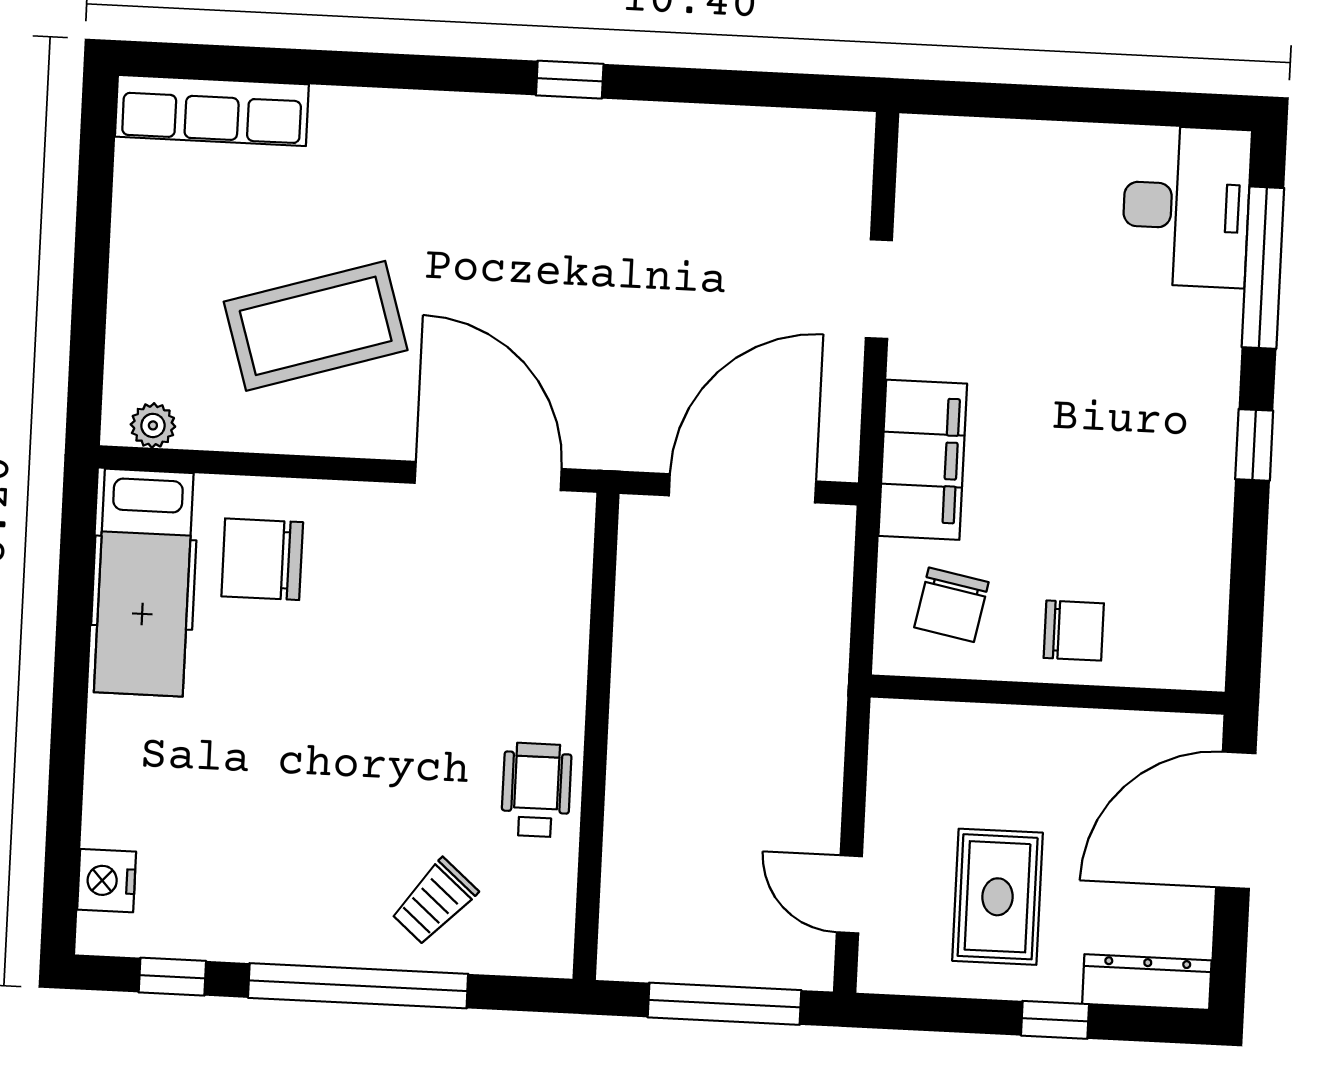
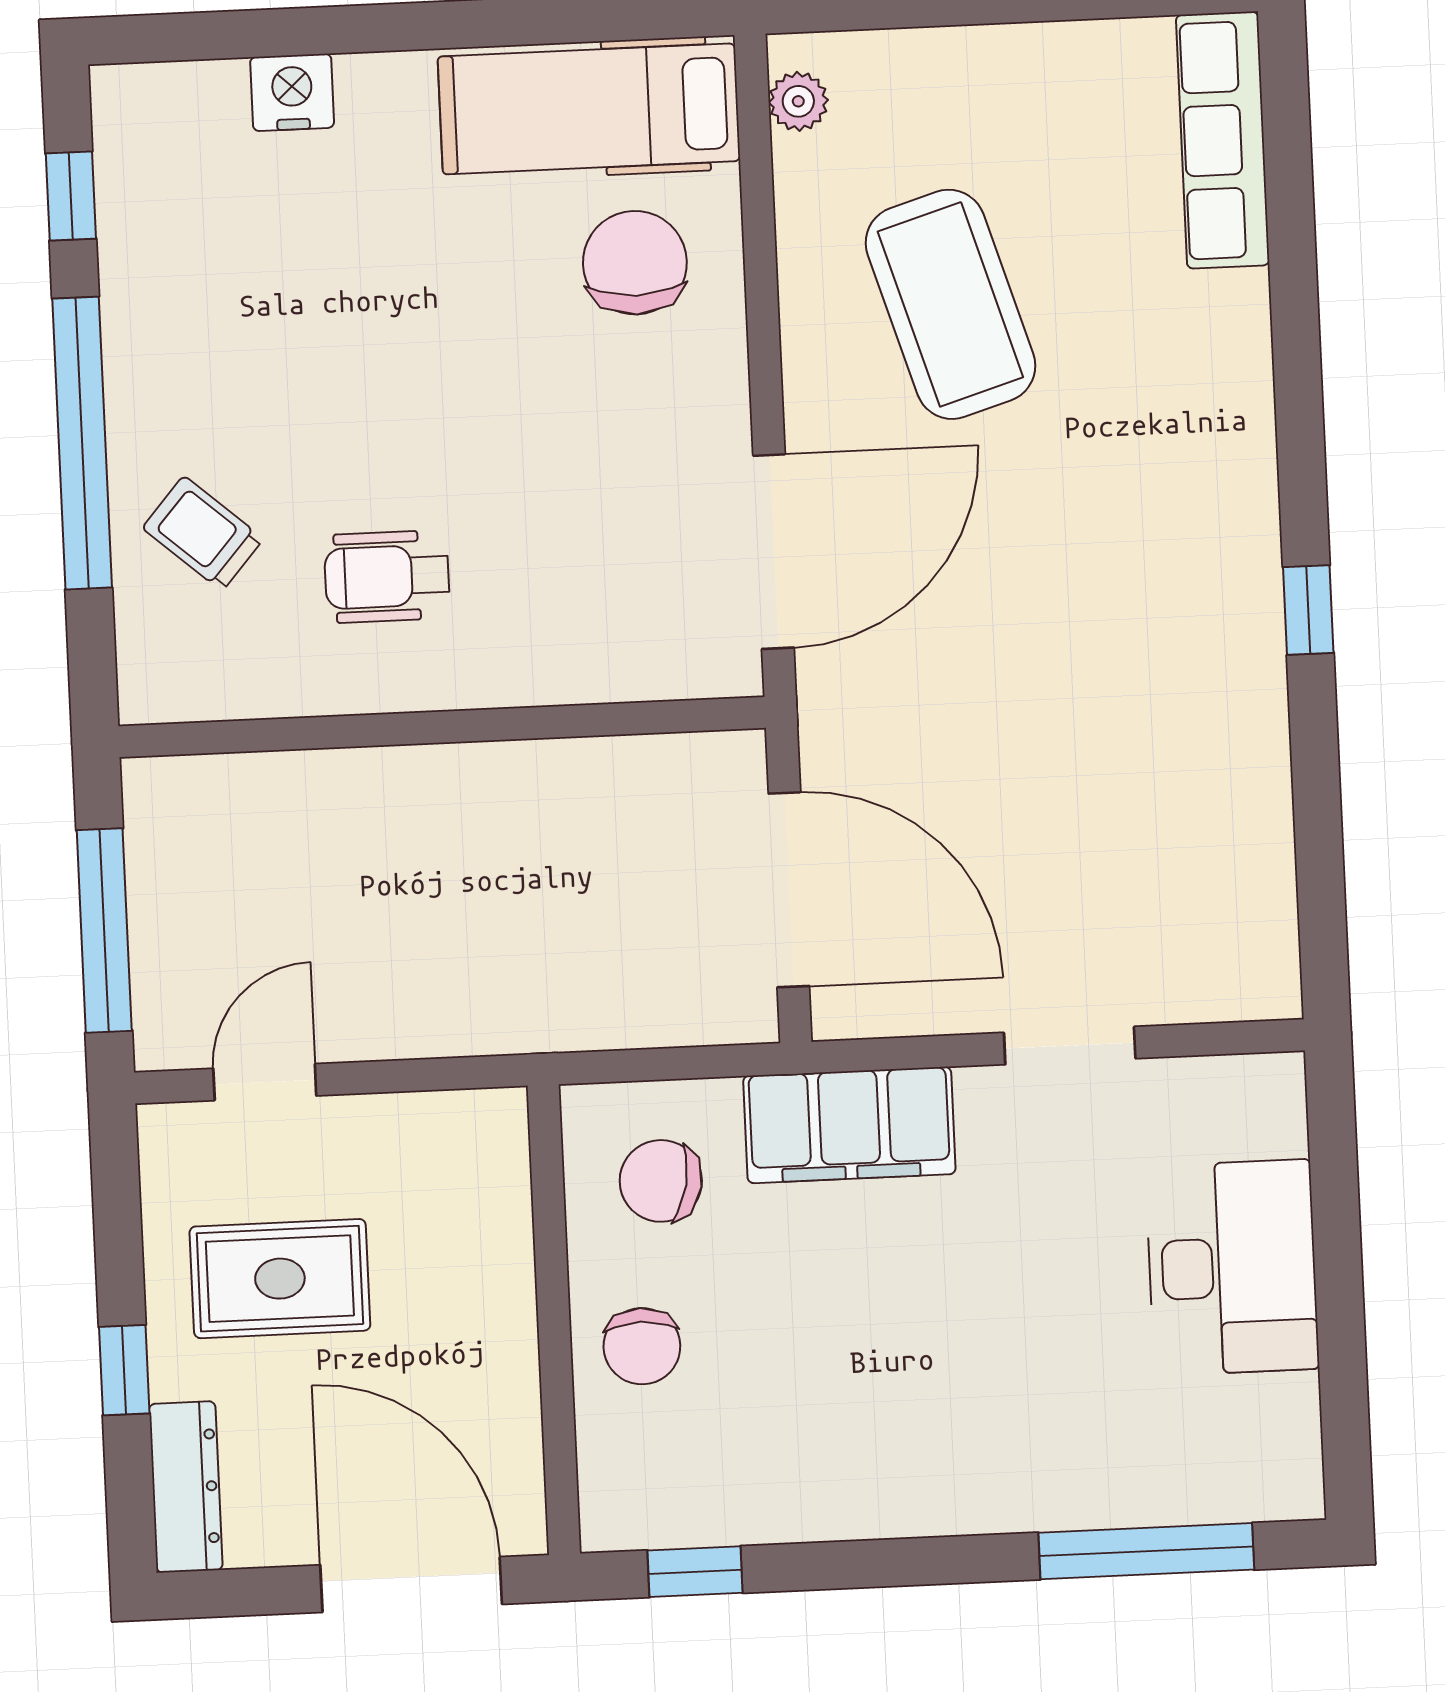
desk: (1186, 206) -> (1232, 1267), moved, turned -90
window: (1254, 445) -> (695, 1572), moved
wheelchair: (536, 790) -> (387, 577), moved, turned 180
nightstand: (107, 881) -> (292, 92), moved

